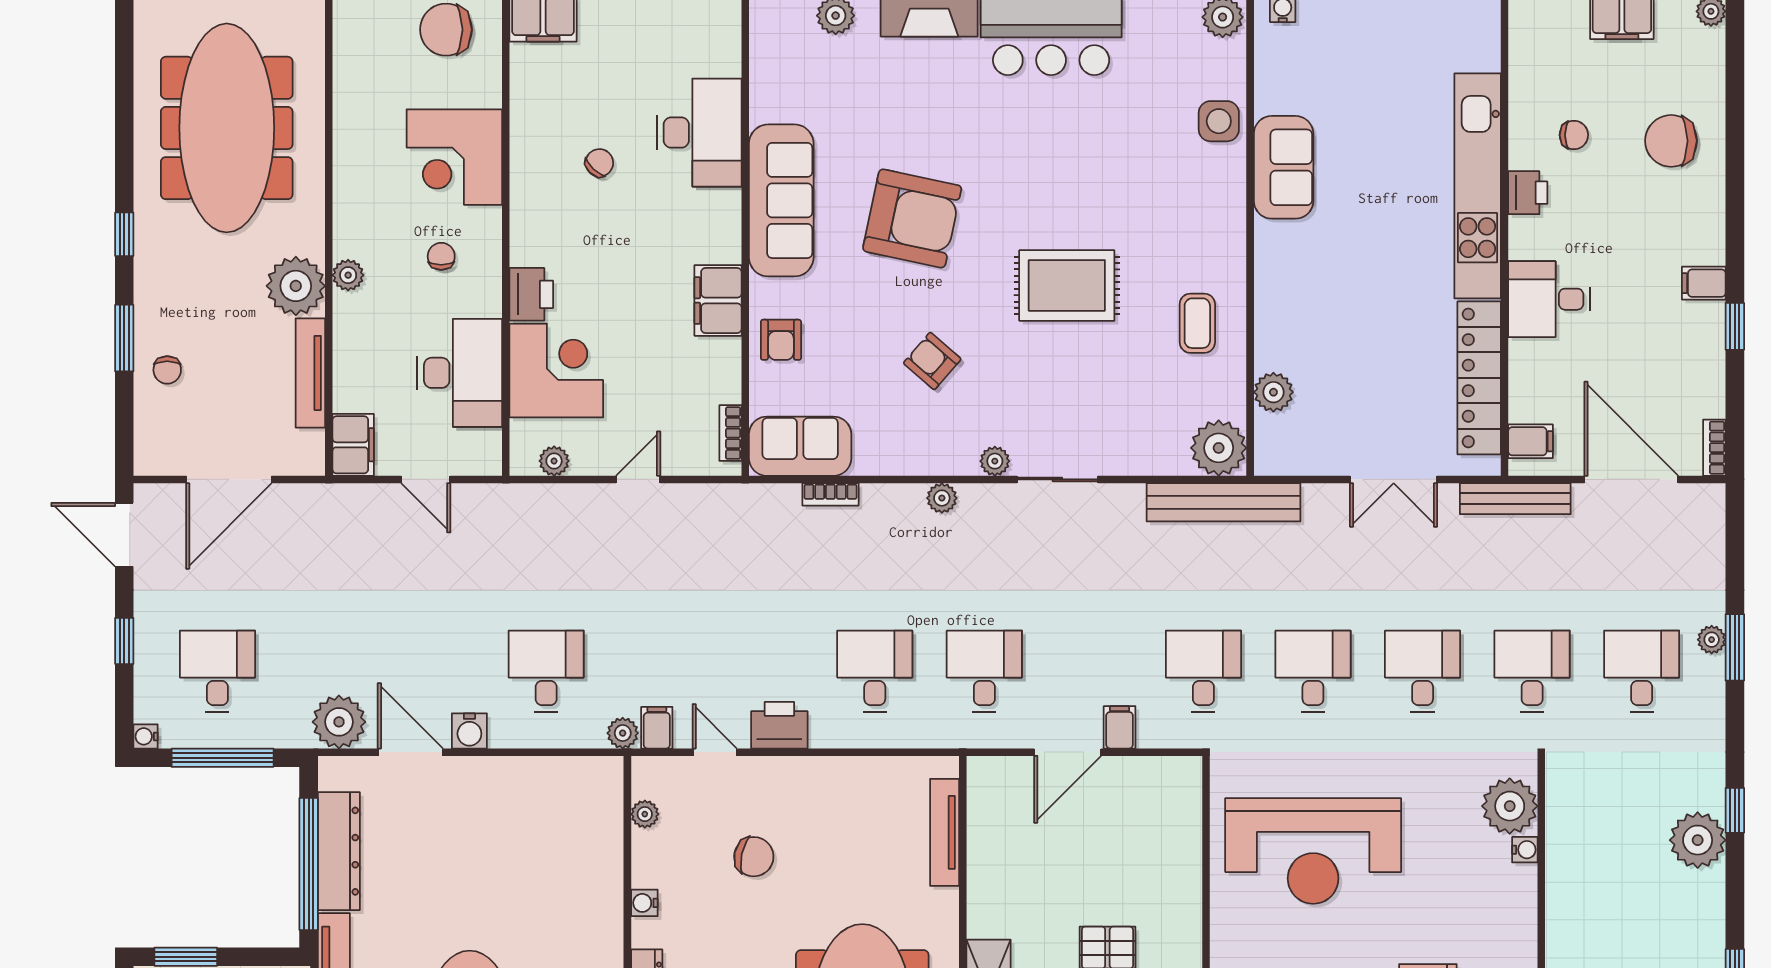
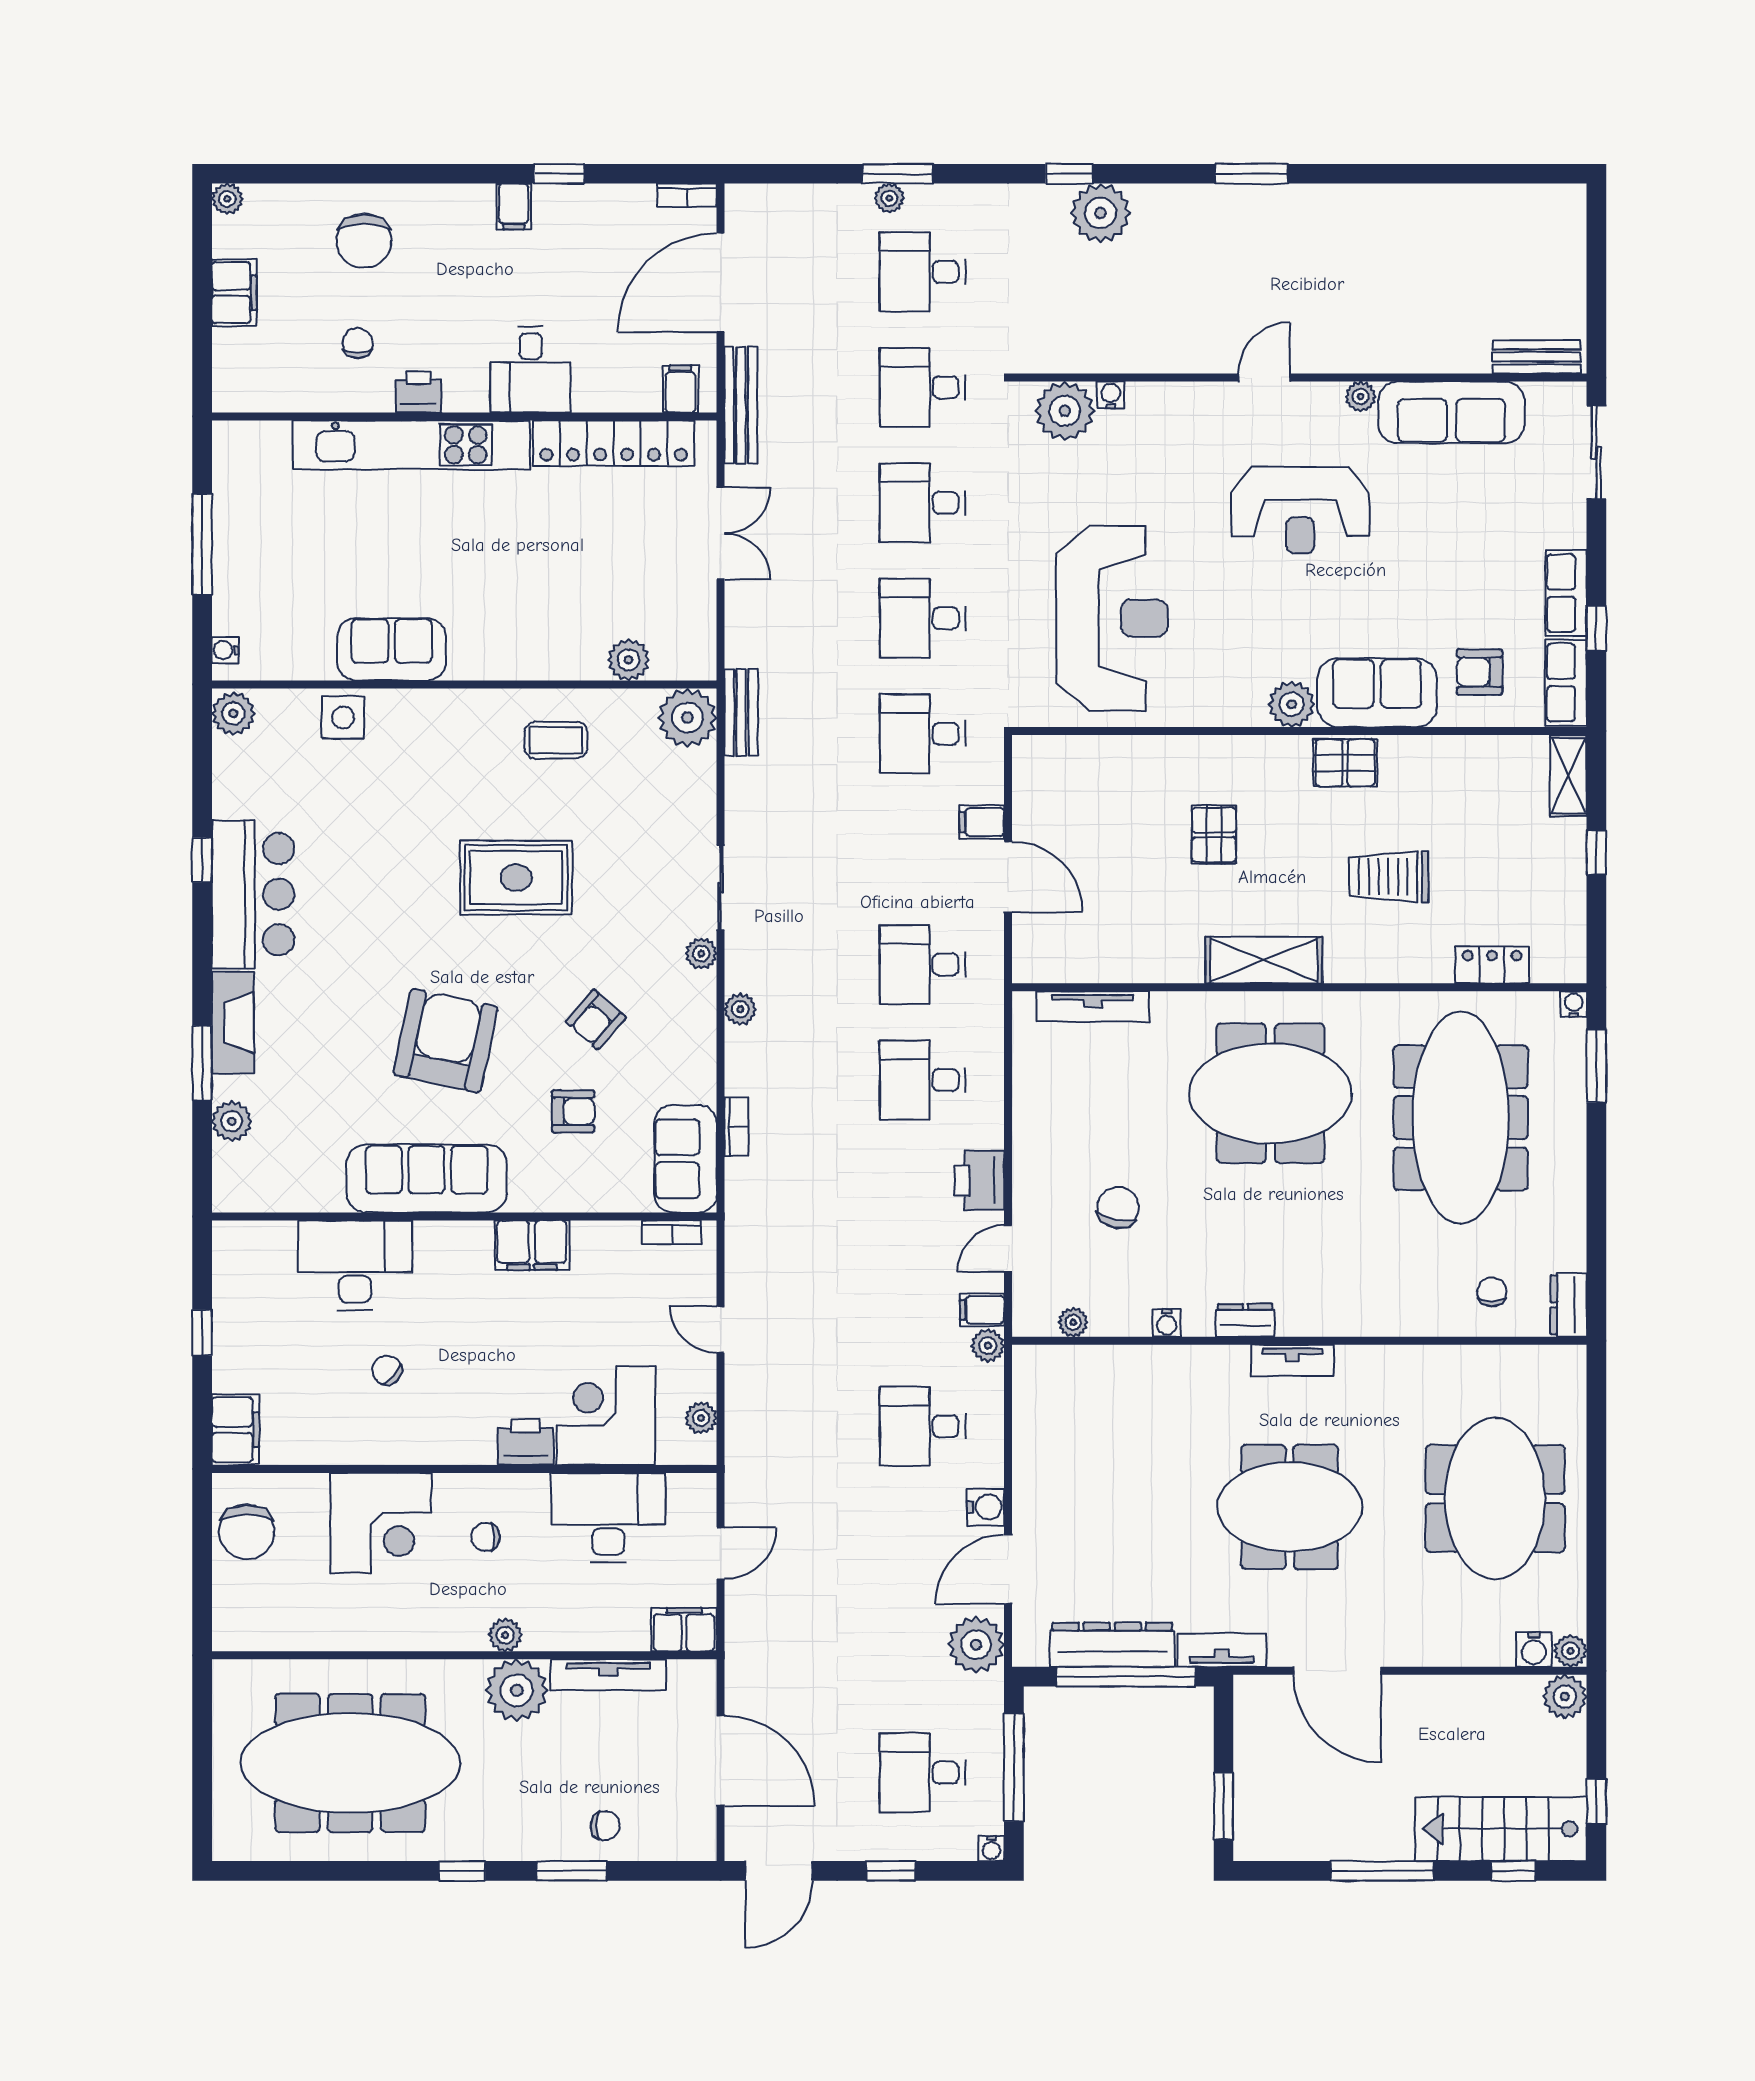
rug: (1067, 285) -> (516, 878), turned 90
armchair: (781, 340) -> (573, 1111), moved
bench: (1223, 502) -> (741, 713), width x0.54, depth x0.82

